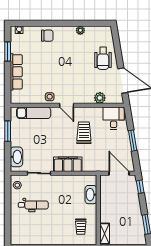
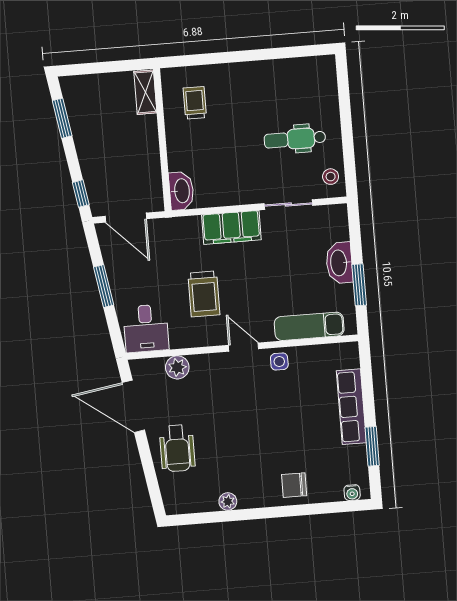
wheelchair: (103, 58) -> (177, 448), turned 180
washbasin: (16, 157) -> (339, 263), moved
washbasin: (91, 195) -> (181, 191), moved

